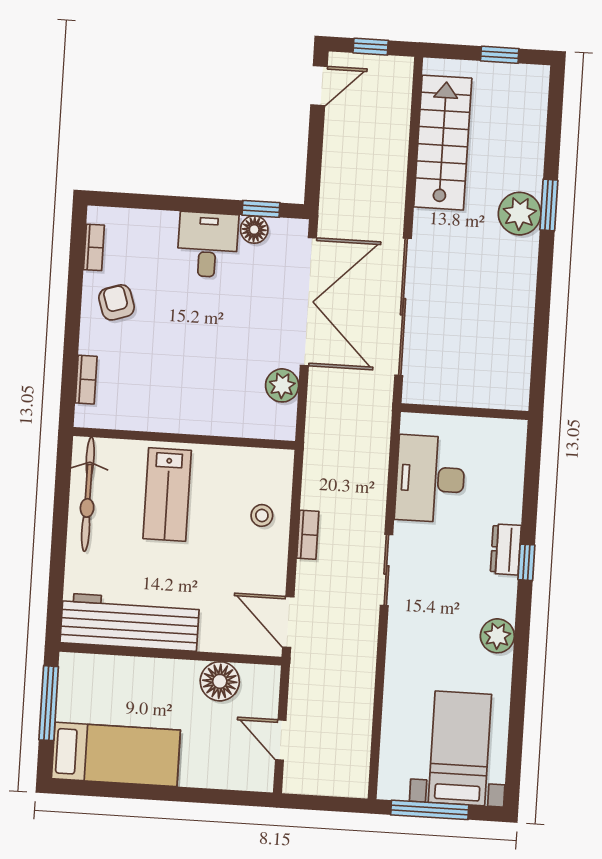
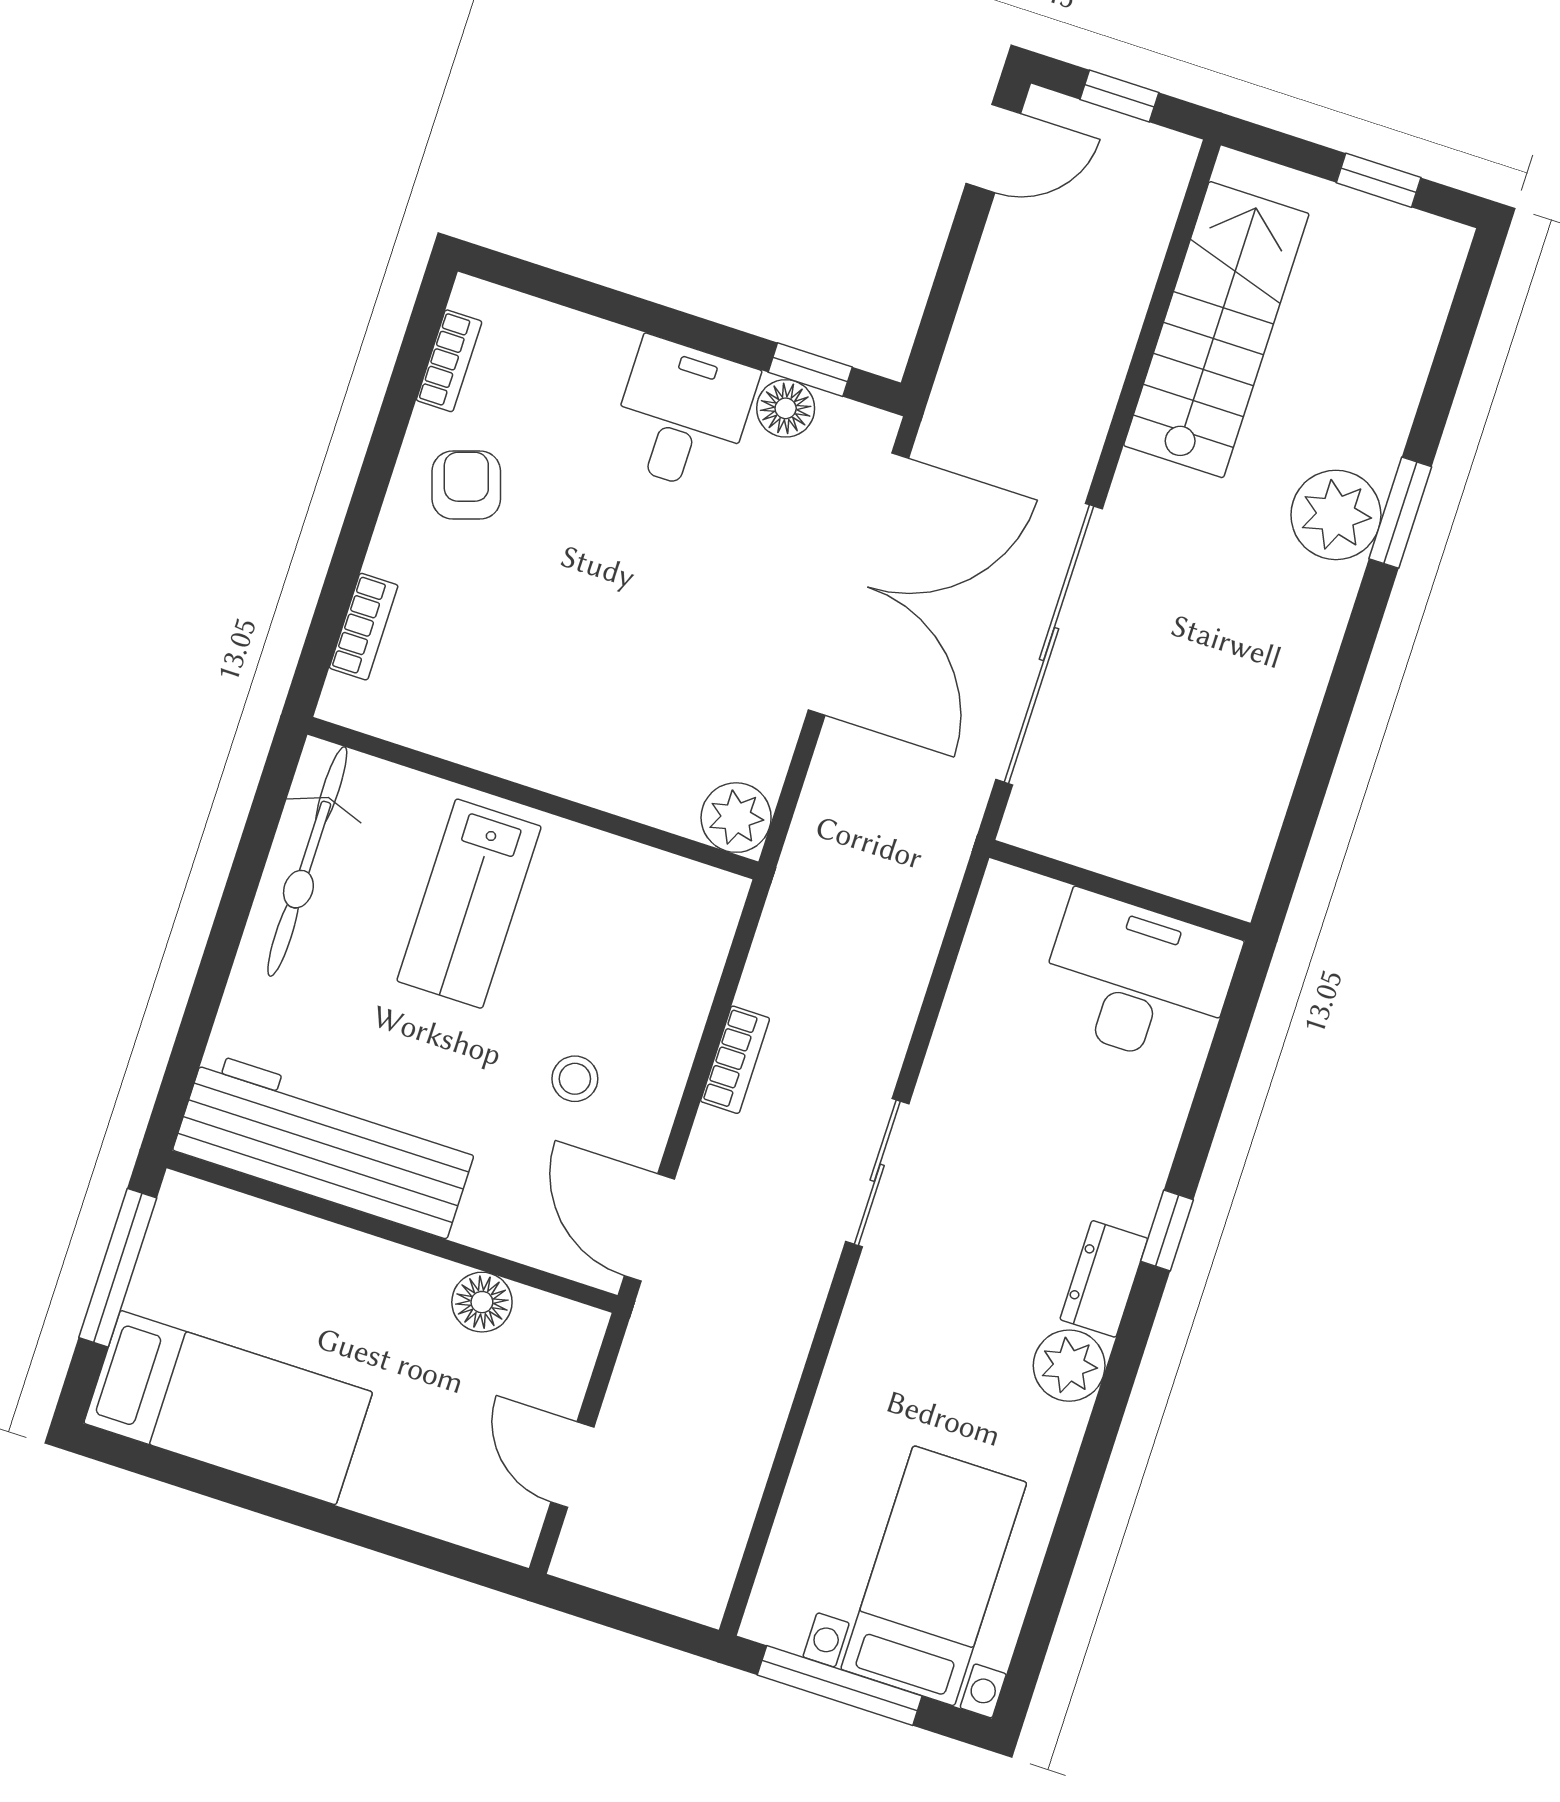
plant: (282, 385) -> (736, 818), moved
desk: (430, 479) -> (1138, 980), moved, turned 90
stool: (262, 515) -> (575, 1079), moved
dresser: (506, 549) -> (1104, 1279), moved
floor lamp: (220, 681) -> (482, 1302), width x0.73, depth x0.73

